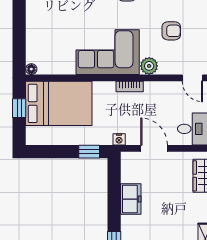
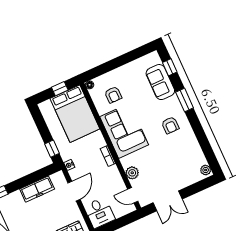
armchair: (171, 31) -> (113, 95), moved
plant: (149, 66) -> (132, 173), moved
door: (192, 78) -> (133, 195), hinge flipped
freezer: (131, 199) -> (37, 189), width x1.40

